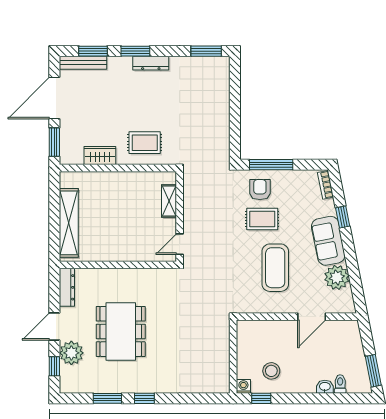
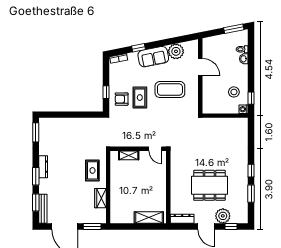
window: (271, 165) -> (106, 92), width x0.46
shelving: (69, 223) -> (149, 217), width x0.68

